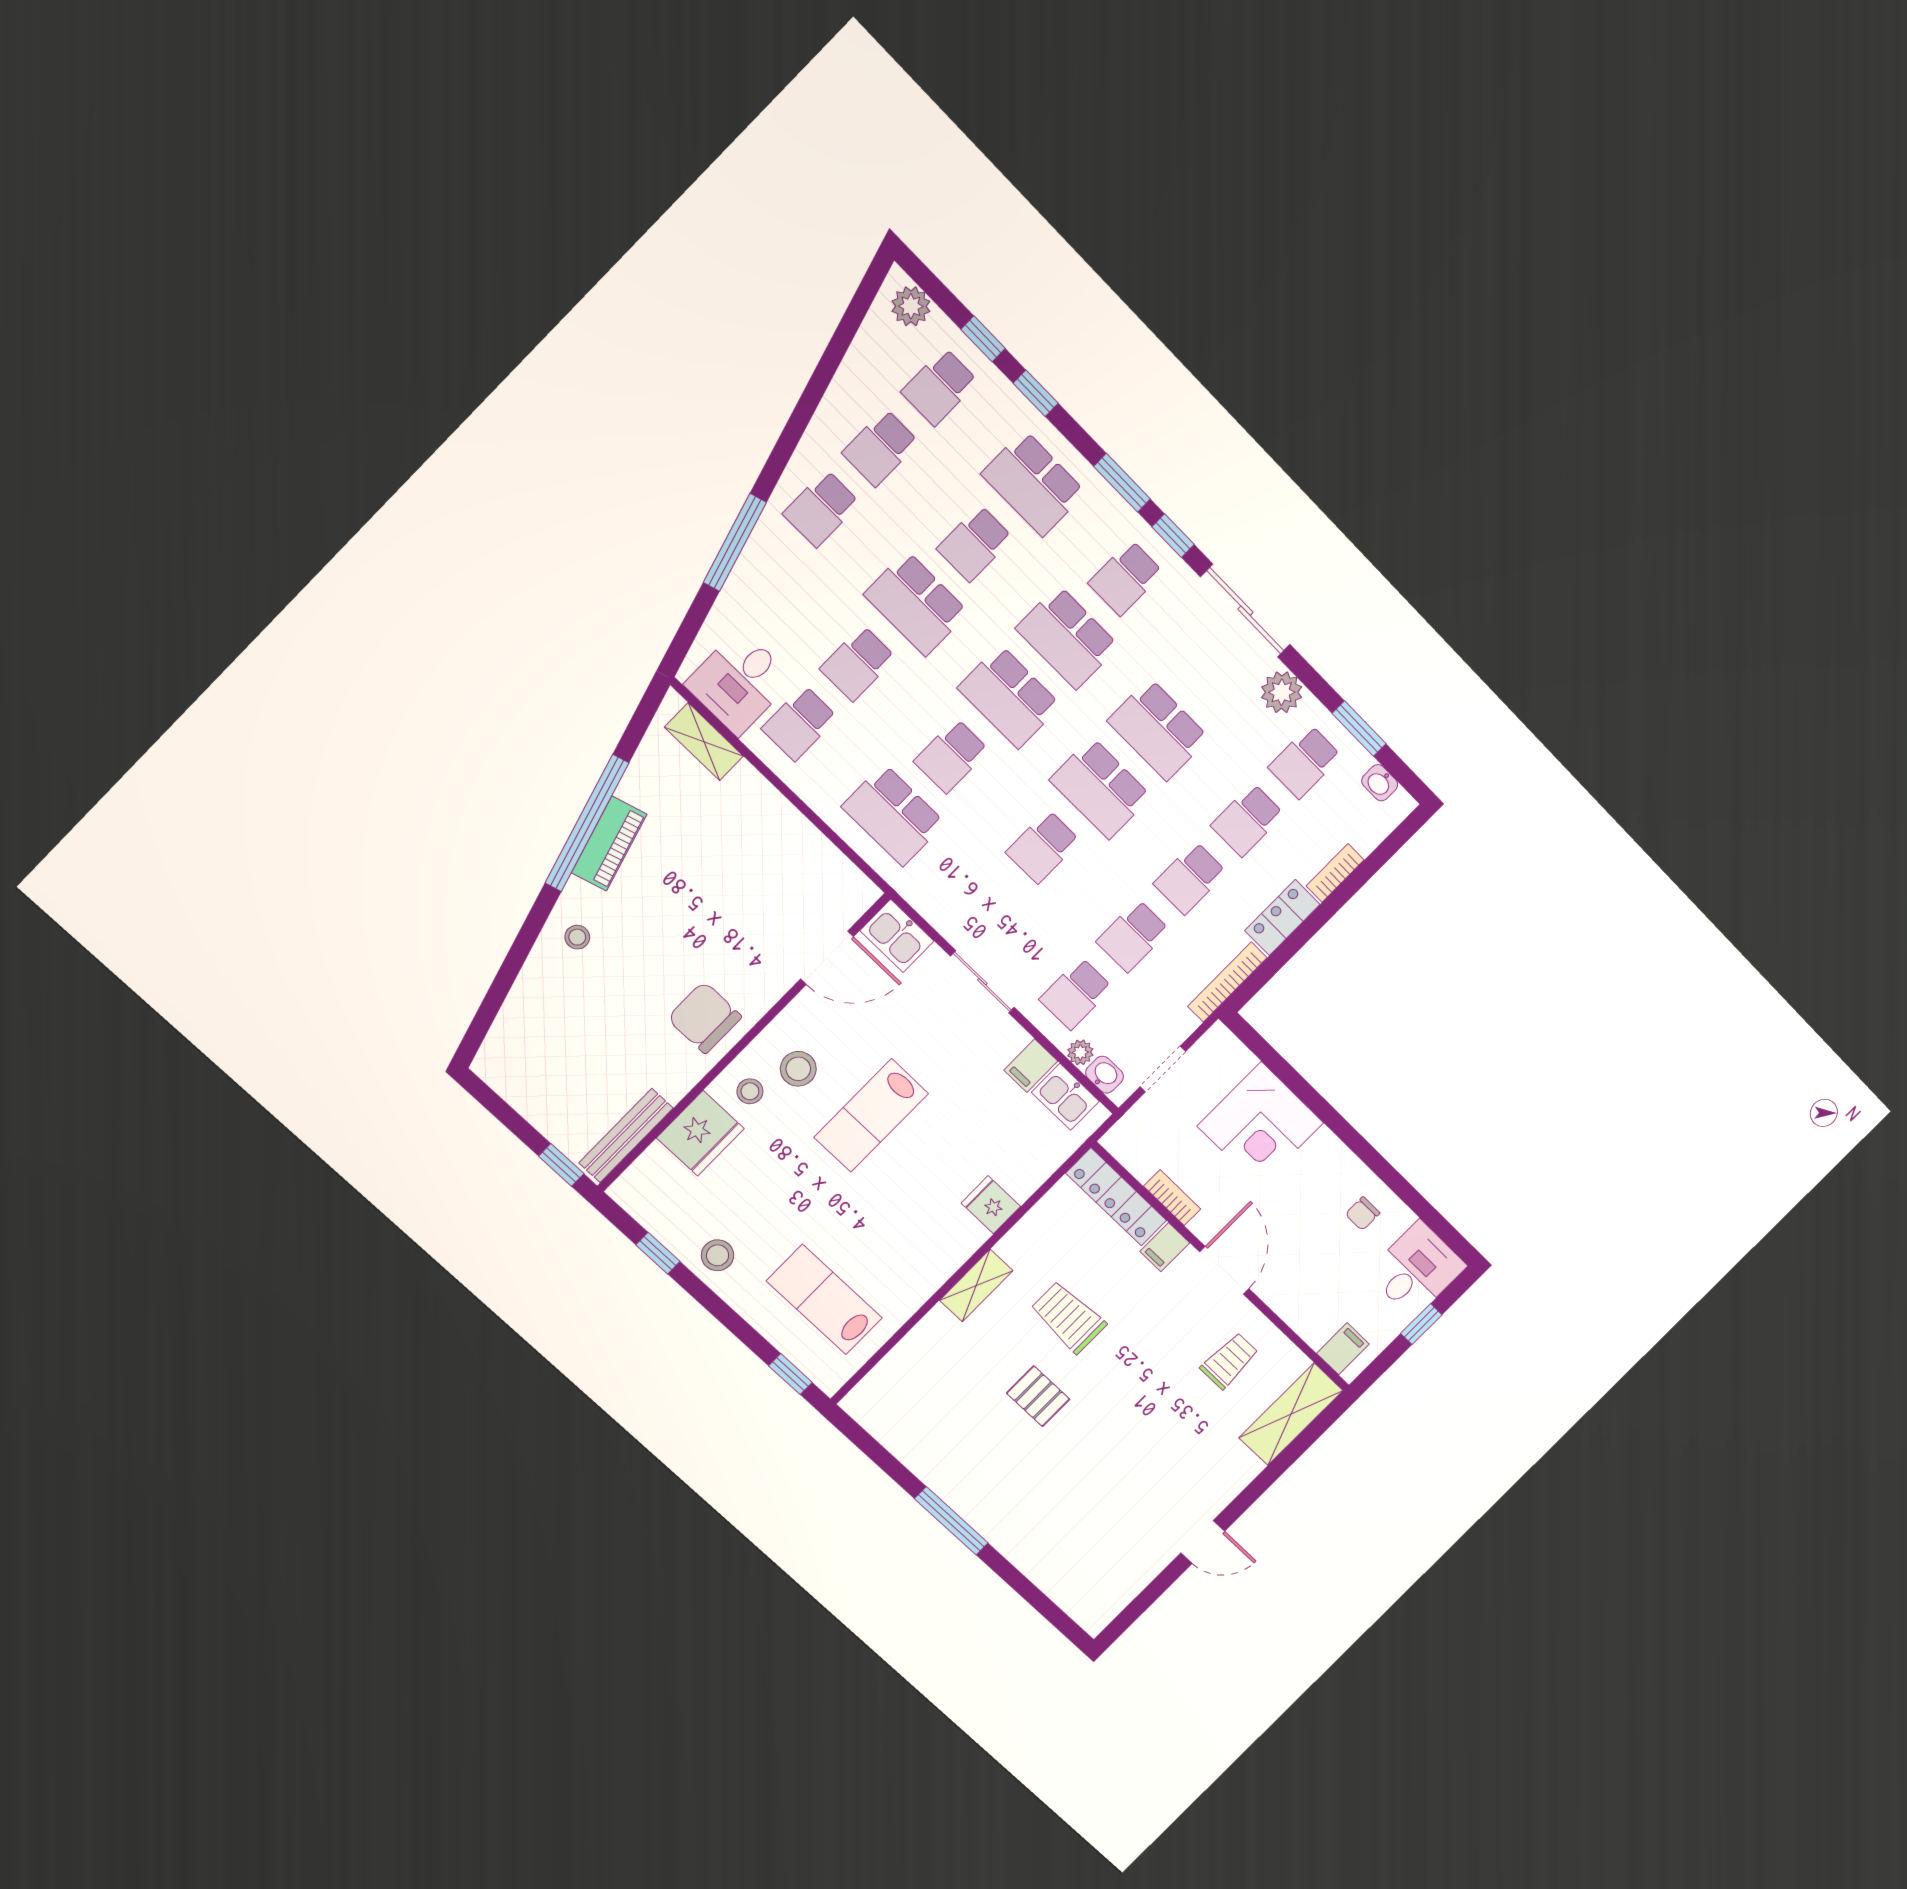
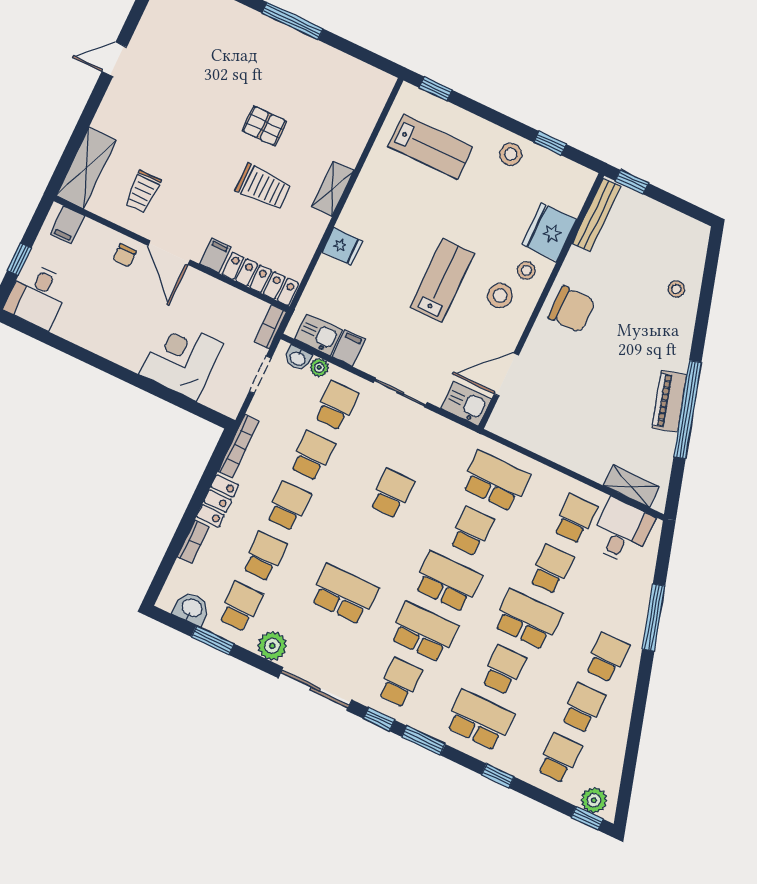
window: (983, 339) -> (587, 818), moved
washbasin: (1380, 783) -> (192, 608), width x1.38, depth x1.45
school desk: (1100, 788) -> (368, 544), removed
stool: (577, 937) -> (676, 289), moved
bookcase: (1172, 1198) -> (271, 327), moved, turned 90
chair: (1363, 1214) -> (125, 255), moved, turned 180

